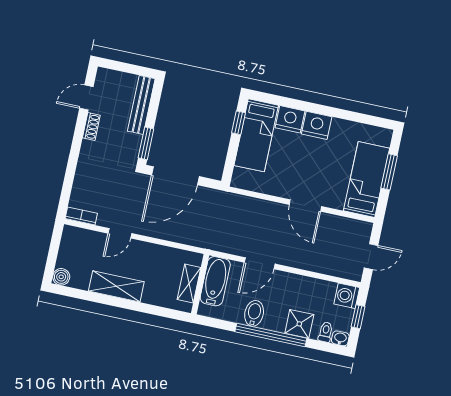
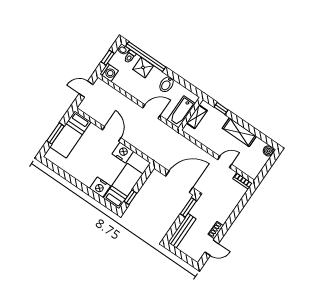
nightstand: (317, 125) -> (123, 153), moved, turned 180
window: (158, 311) -> (221, 108), added
window: (271, 335) -> (146, 57), moved

